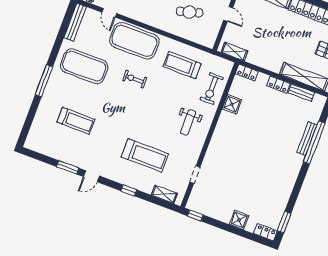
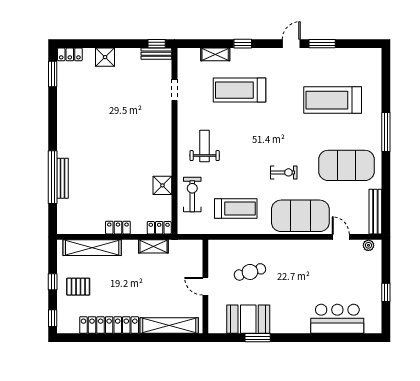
shelving: (234, 52) -> (153, 246), moved
bench: (301, 93) -> (156, 54), moved
treadmill: (76, 121) -> (333, 100), width x1.37, depth x1.38
shelving: (164, 194) -> (215, 54), moved

